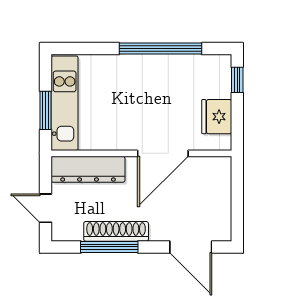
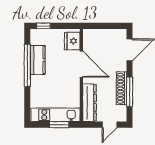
kitchen counter: (171, 68) -> (38, 60), added
fridge: (217, 117) -> (72, 41), moved, turned 90

